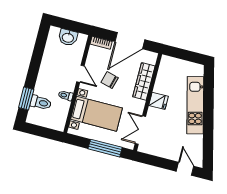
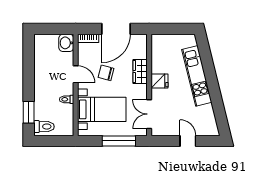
washbasin: (68, 37) -> (66, 43), moved, turned 90
wardrobe: (144, 81) -> (140, 71), width x0.67
toilet: (41, 103) -> (44, 127), moved
door: (185, 169) -> (188, 141), moved

